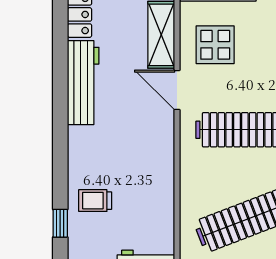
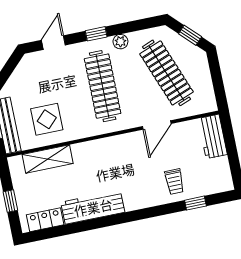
door: (177, 90) -> (157, 125), moved

